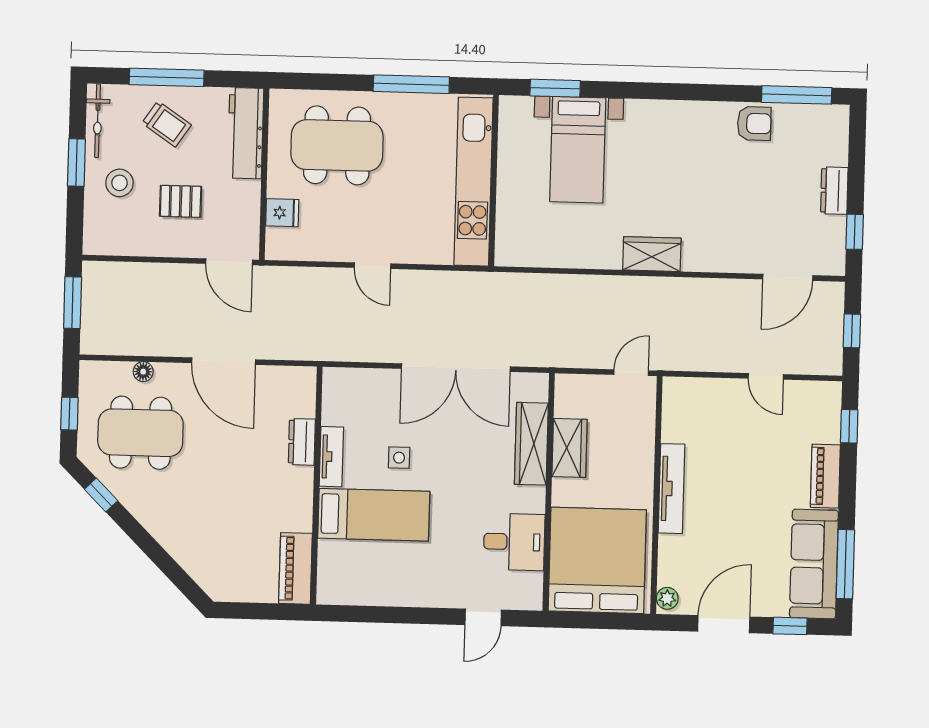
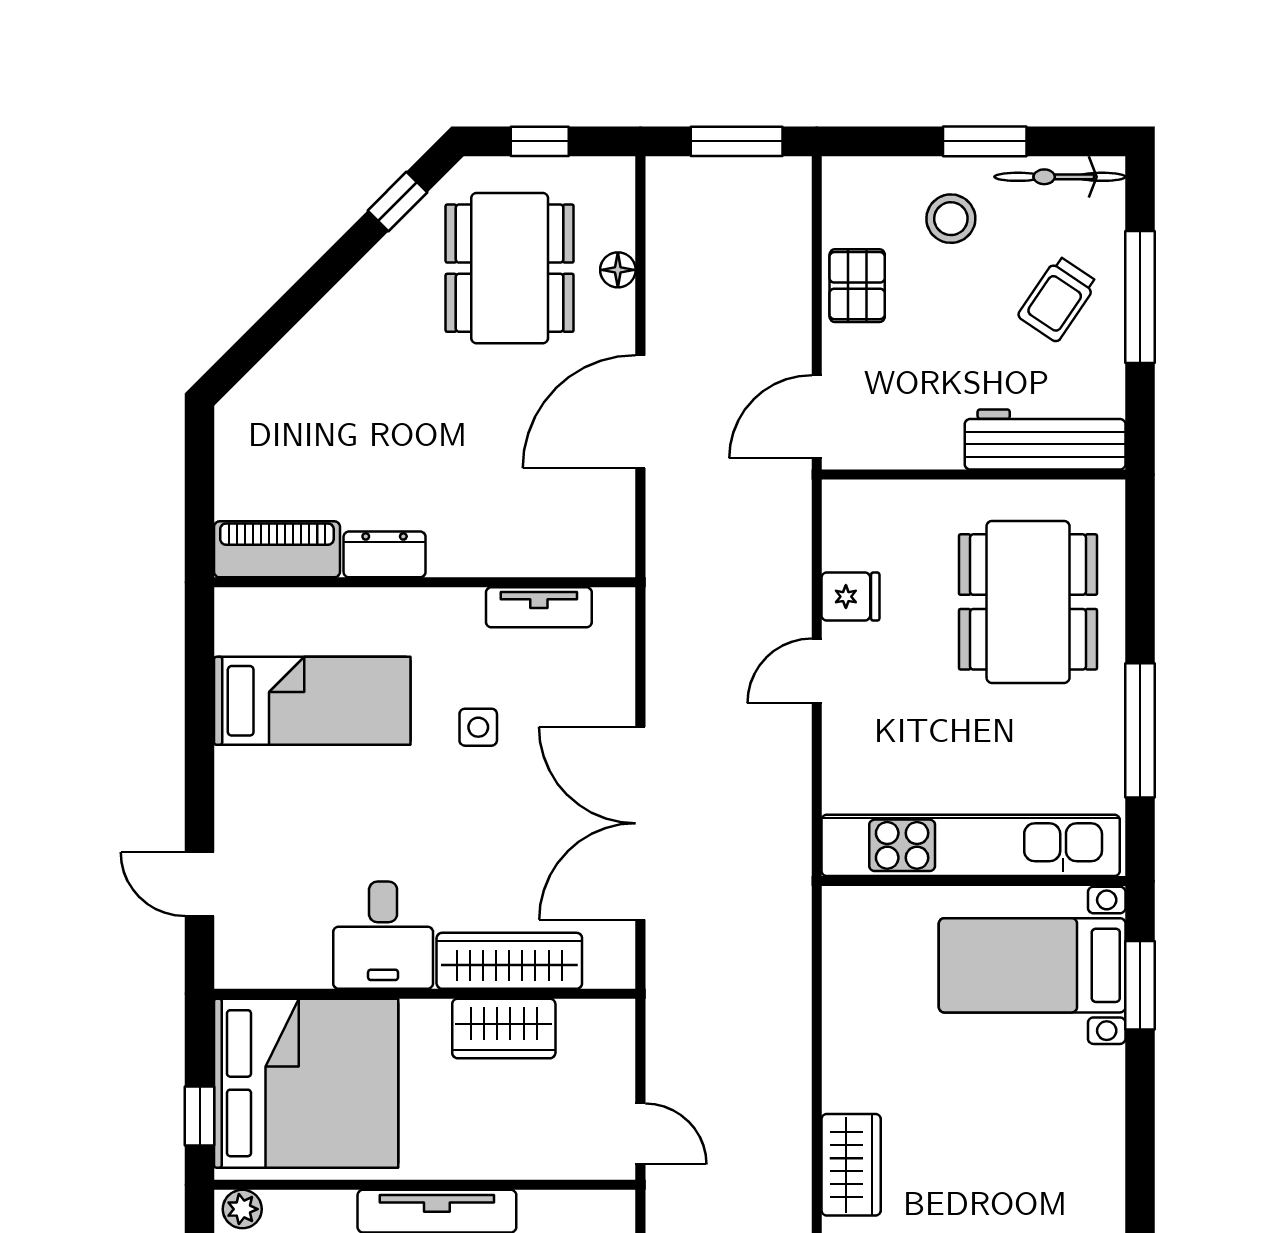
bed with nightstands: (578, 150) -> (1032, 965), moved
pallet: (181, 201) -> (857, 286), moved
fridge: (282, 213) -> (850, 597), moved, turned -90
dresser: (302, 442) -> (385, 554), moved
tv unit: (331, 457) -> (539, 607), moved
bed: (374, 515) -> (312, 701), moved, turned -90
desk: (514, 542) -> (383, 935), moved
window: (614, 621) -> (200, 1116), added

